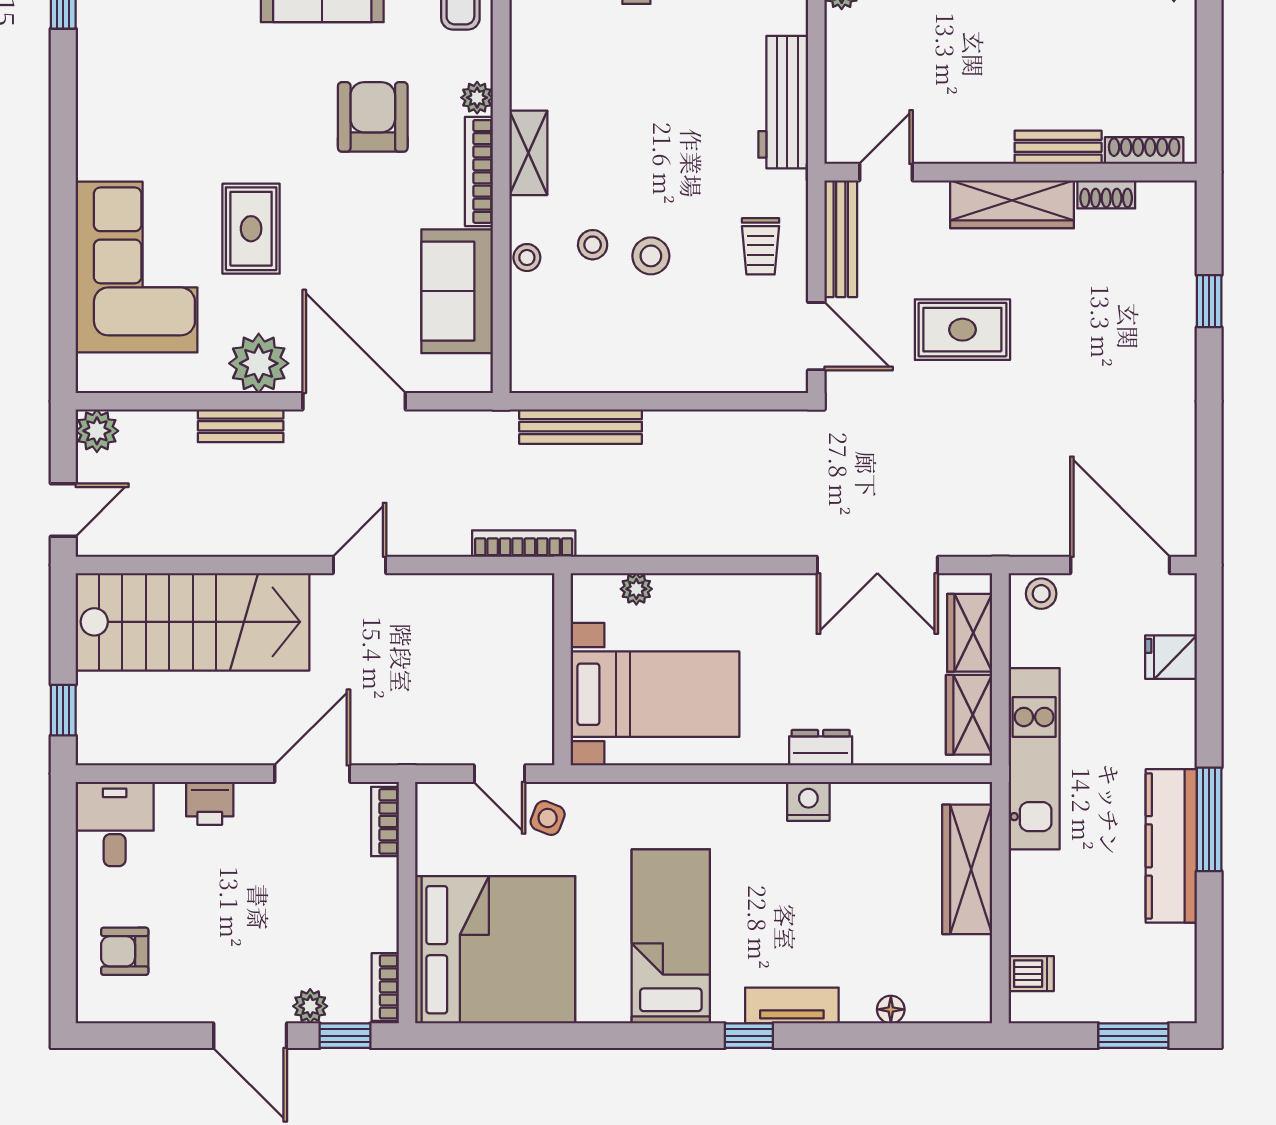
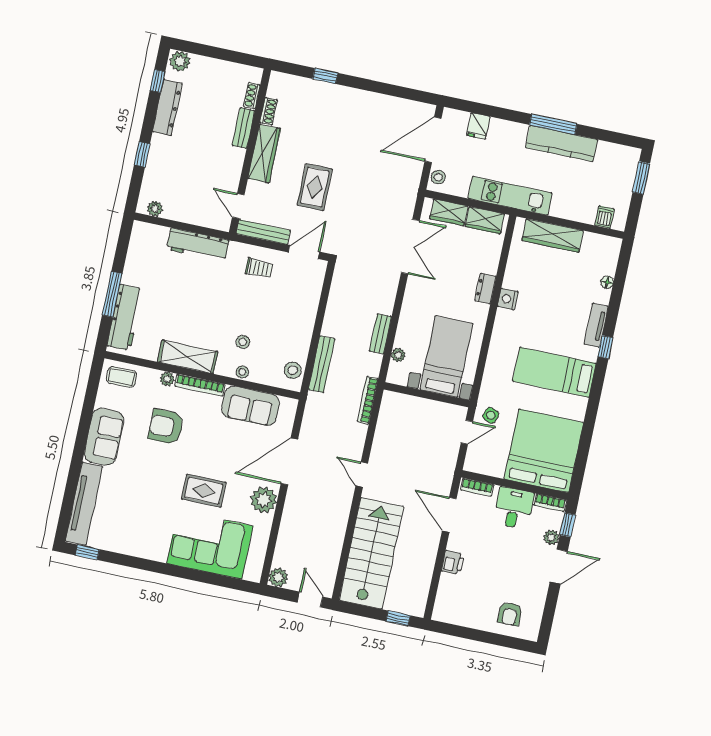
shoe rack: (1144, 151) -> (252, 96), width x0.70
shelving: (528, 153) -> (188, 357), width x1.50, depth x1.33
stool: (651, 256) -> (293, 370), moved
bench: (241, 426) -> (380, 334), moved
desk: (115, 824) -> (514, 508), moved, turned 90

